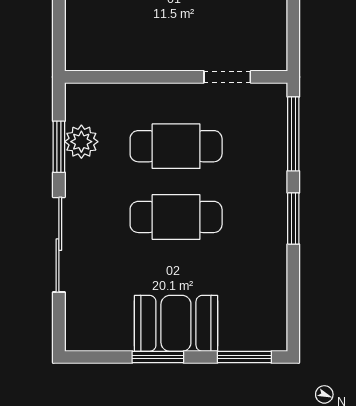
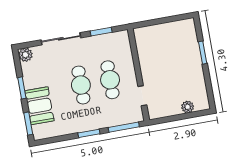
plant: (81, 142) -> (25, 55), moved
booth: (176, 323) -> (39, 106), moved

